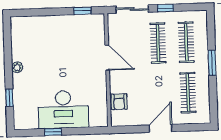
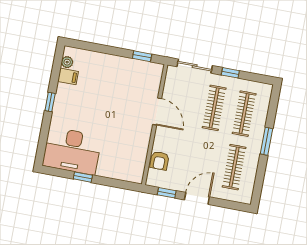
filing cabinet: (20, 44) -> (68, 76), added
plant: (17, 67) -> (67, 62), moved
window: (9, 98) -> (50, 102), moved
desk: (63, 110) -> (72, 151), moved
window: (132, 129) -> (167, 193), added

